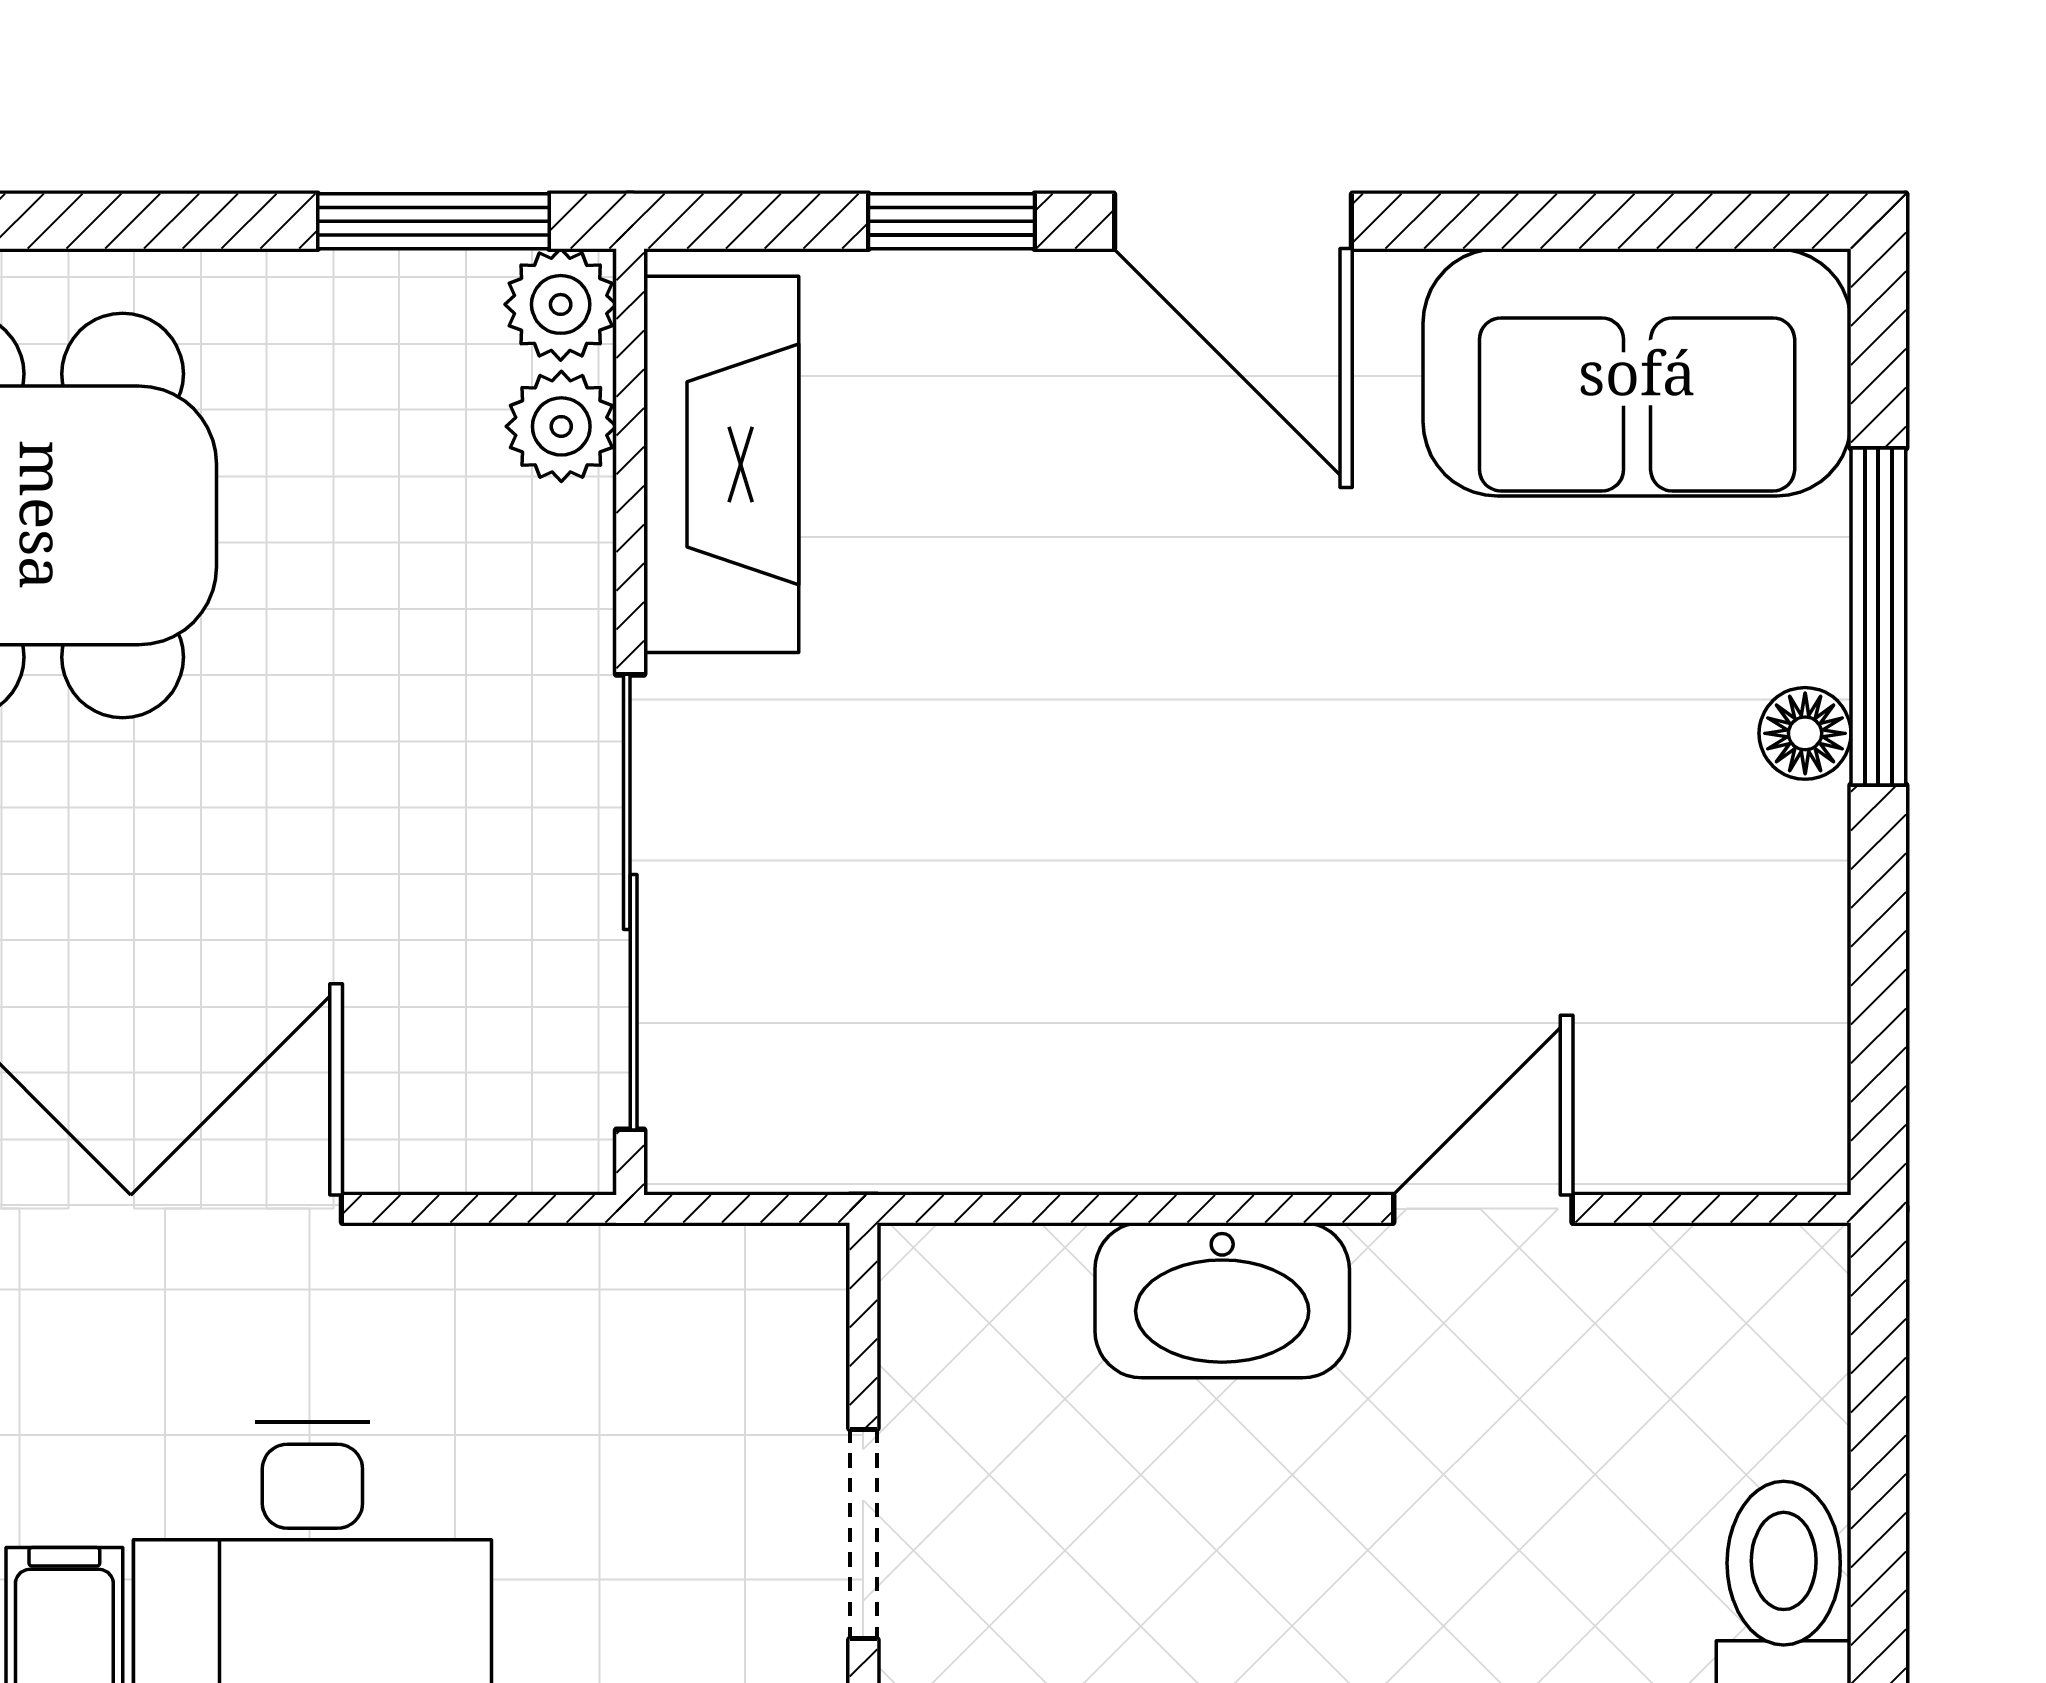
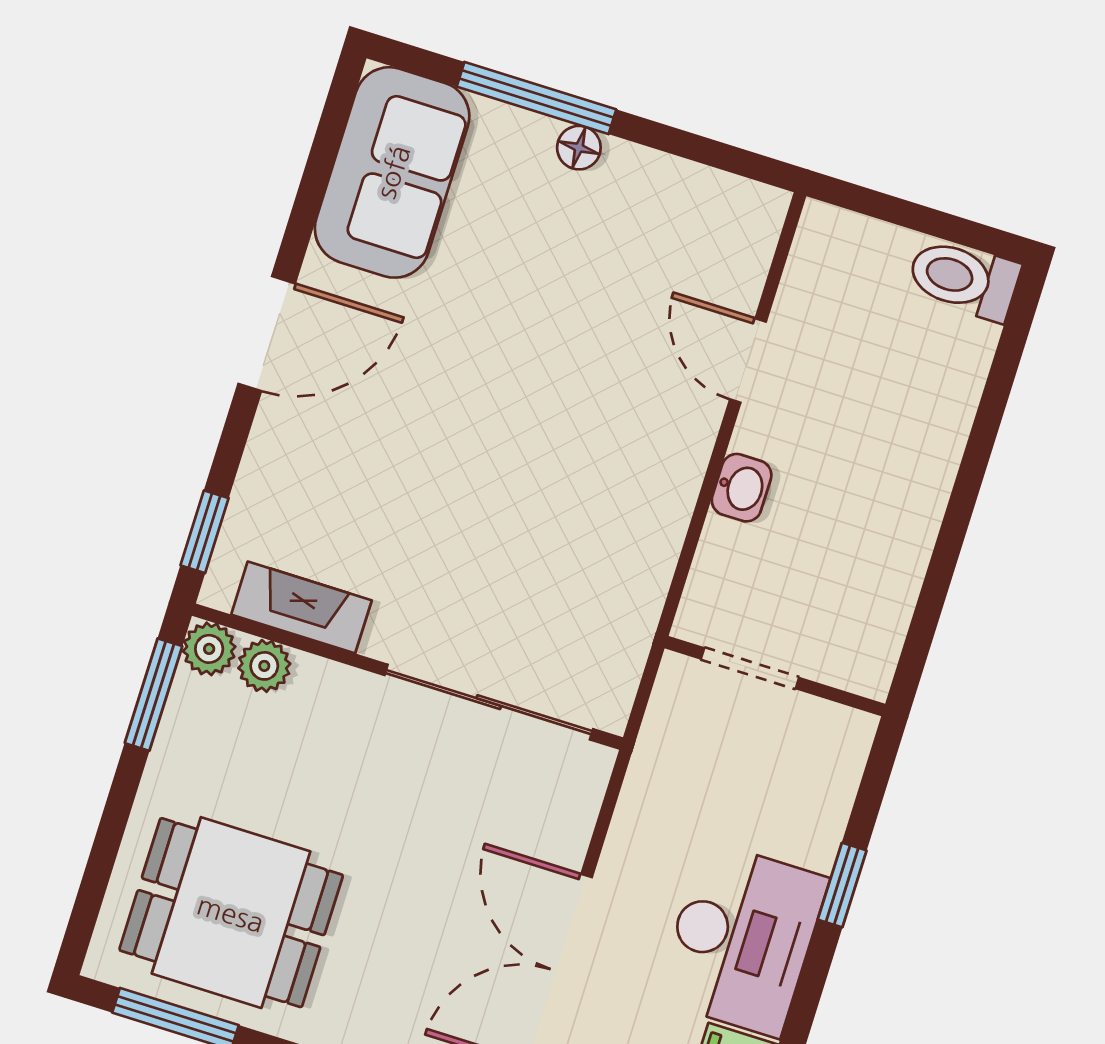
window: (951, 221) -> (205, 532), moved
fireplace: (721, 464) -> (301, 607), width x0.73, depth x0.76
washbasin: (1222, 1300) -> (742, 488), width x0.52, depth x0.69
doorway: (863, 1534) -> (750, 668), moved

